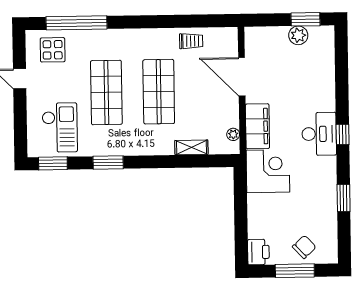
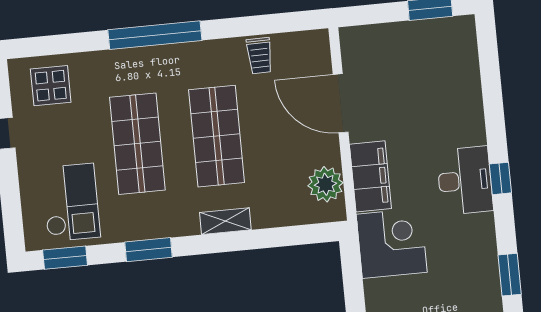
window: (77, 23) -> (155, 35), moved
plant: (298, 35) -> (421, 34), removed
trolley: (191, 41) -> (260, 56), turned 89
plant: (233, 134) -> (325, 184), width x1.88, depth x1.88
shelving: (191, 147) -> (225, 221), moved

